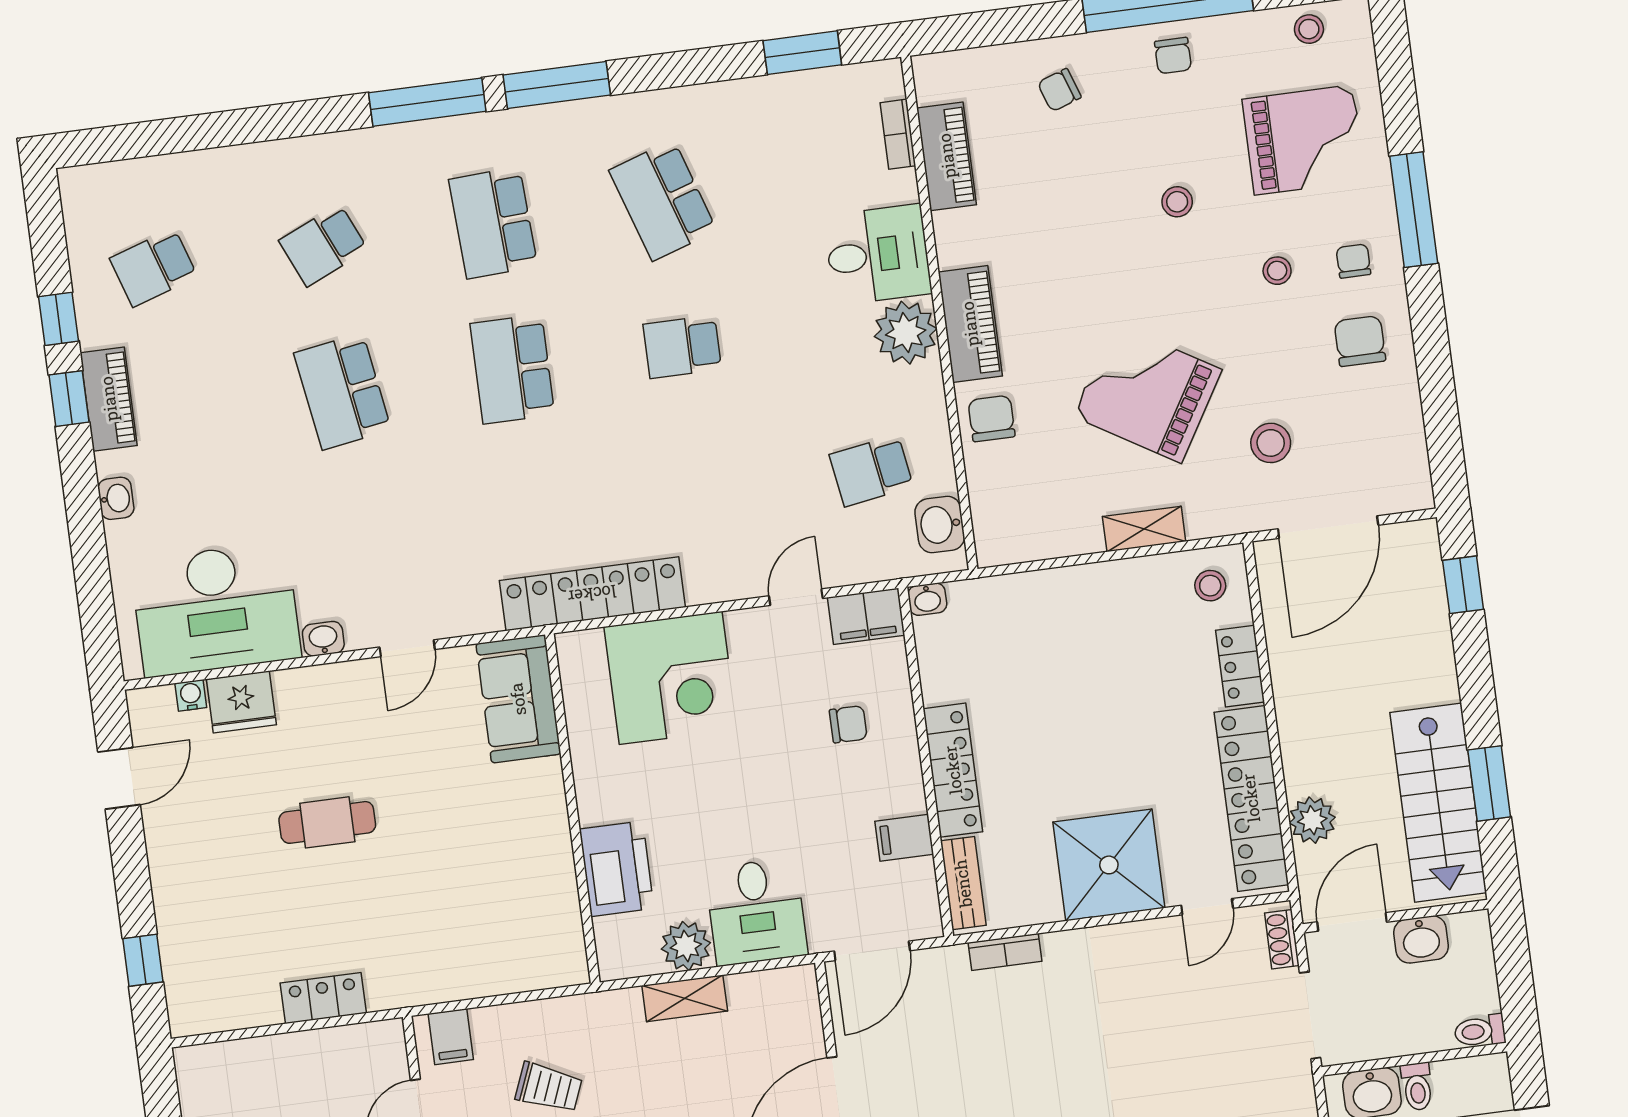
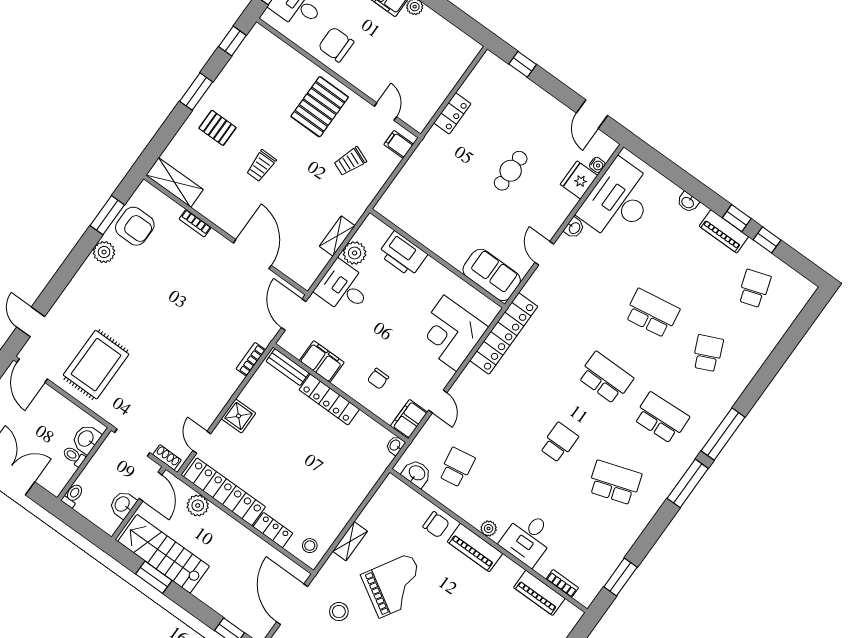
plant: (906, 333) -> (489, 528), width x0.53, depth x0.53
filing cabinet: (904, 838) -> (322, 362), width x2.00
shower: (1109, 865) -> (239, 416), width x0.54, depth x0.54

